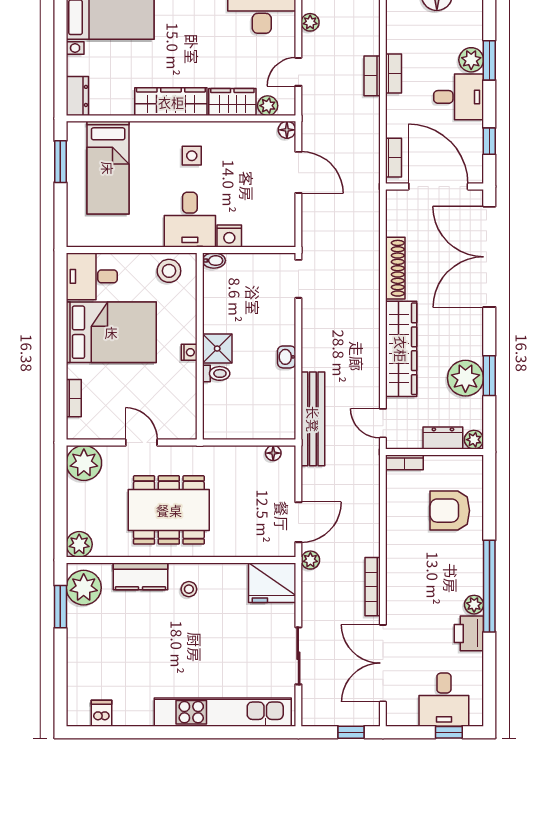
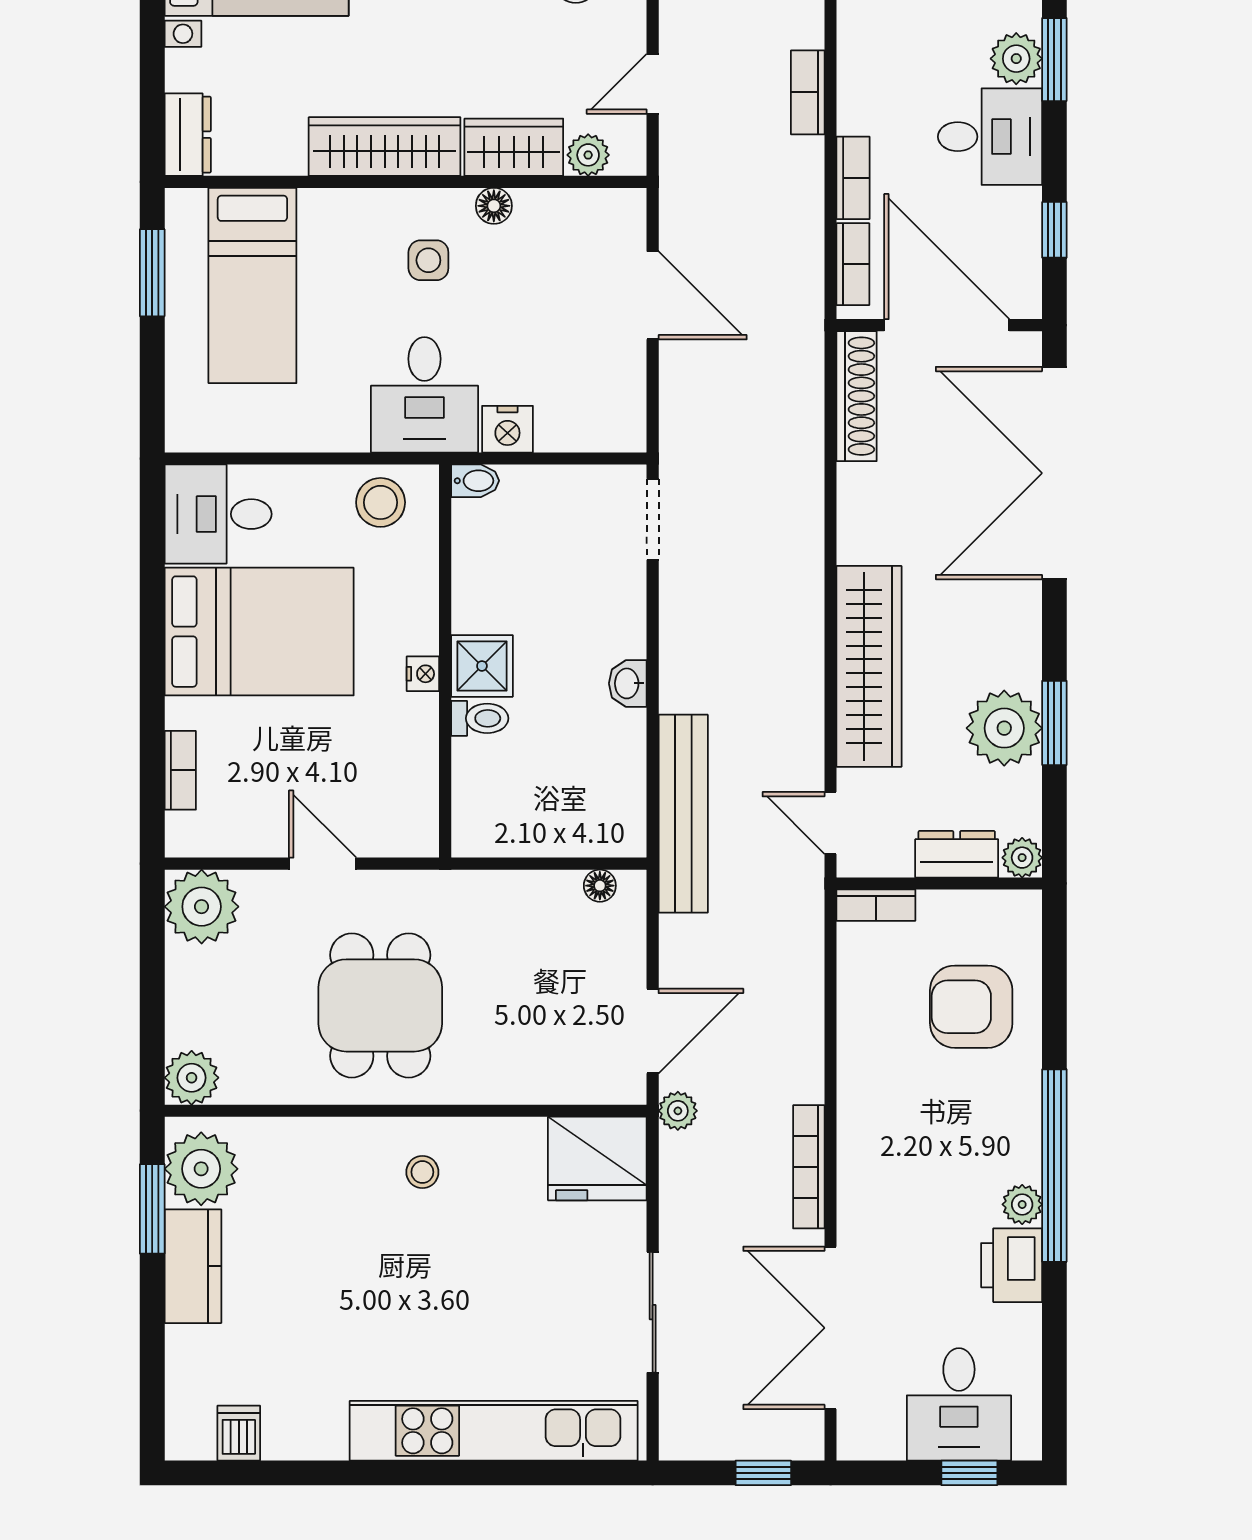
bookcase: (394, 74) -> (853, 178), moved
floor lamp: (287, 130) -> (494, 206), moved
shoe rack: (395, 268) -> (857, 396), moved
dining table: (169, 510) -> (380, 1005), width x0.73
kitchen counter: (140, 576) -> (193, 1266), moved, turned -90

